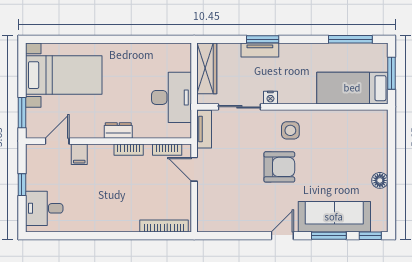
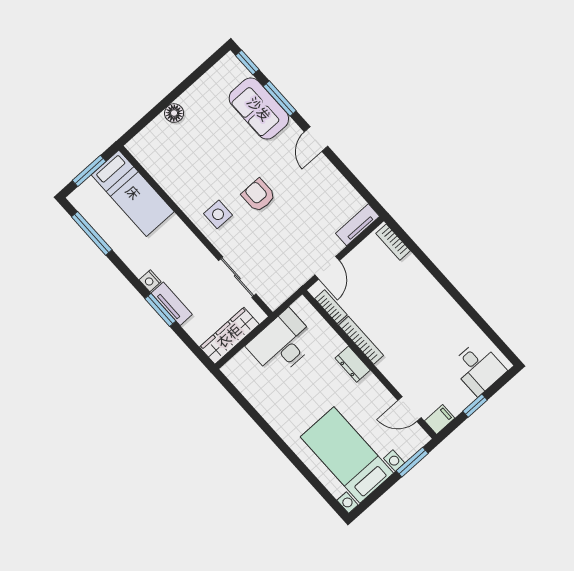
nightstand: (270, 98) -> (150, 281), moved, turned 180
tv unit: (204, 129) -> (357, 225), moved
bookcase: (129, 150) -> (361, 340), width x1.56
filing cabinet: (79, 154) -> (440, 419), moved
armchair: (279, 167) -> (258, 195), width x0.72, depth x0.72
floor lamp: (380, 180) -> (174, 113), moved
sofa: (334, 217) -> (259, 109), width x0.73
bookcase: (164, 226) -> (393, 242), width x0.64
door: (282, 236) -> (316, 139), hinge flipped

